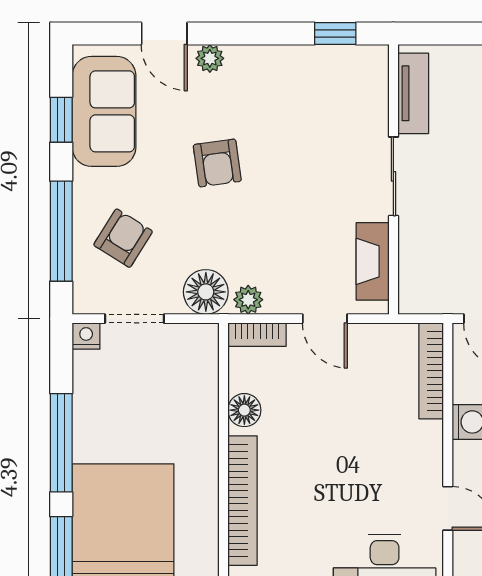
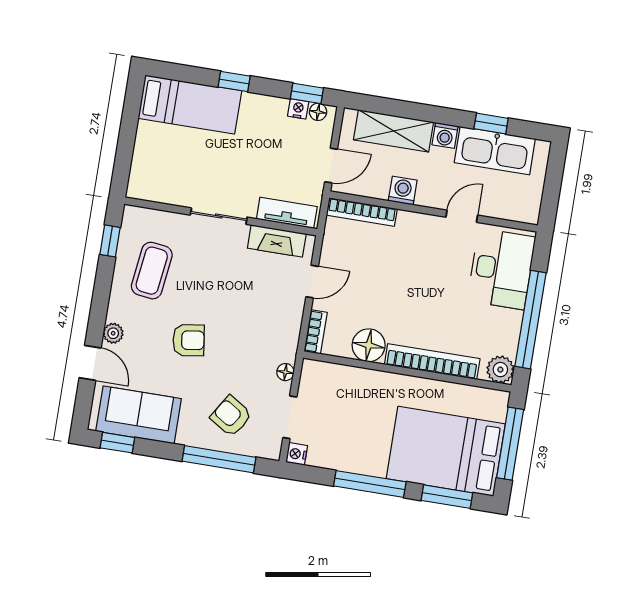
door: (164, 34) -> (90, 363), hinge flipped
tv unit: (413, 93) -> (287, 213), moved
coffee table: (304, 97) -> (152, 271), added
window: (61, 120) -> (117, 443), moved
floor lamp: (206, 292) -> (285, 372), width x0.53, depth x0.53
plant: (248, 300) -> (290, 334), removed
floor lamp: (244, 410) -> (369, 345), width x1.38, depth x1.38

